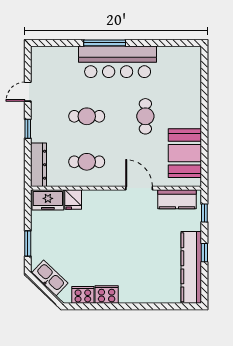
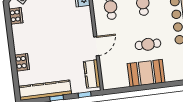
booth: (185, 153) -> (146, 73), moved
cooker: (107, 294) -> (22, 62), moved

